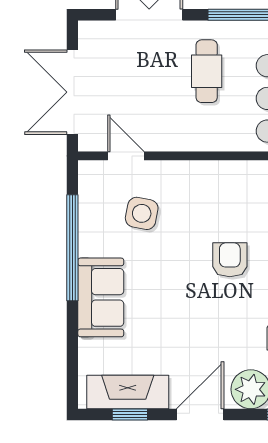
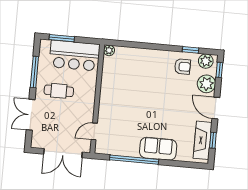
side table: (142, 213) -> (121, 126), removed
armchair: (230, 260) -> (146, 88), removed

